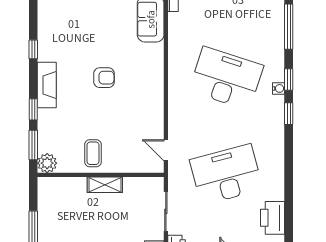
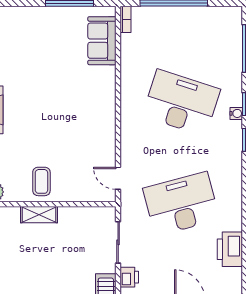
armchair: (104, 78) -> (53, 102), removed
shelving: (105, 185) -> (39, 215), moved

